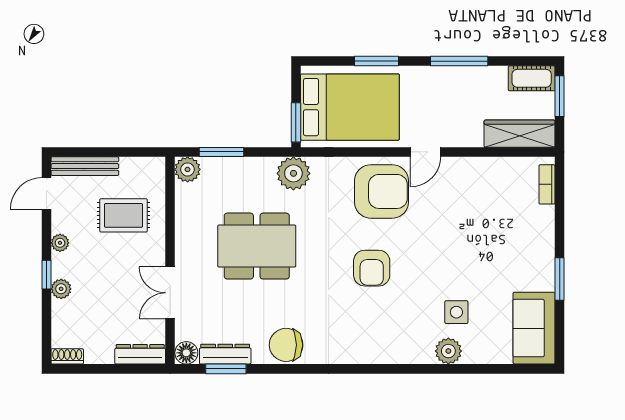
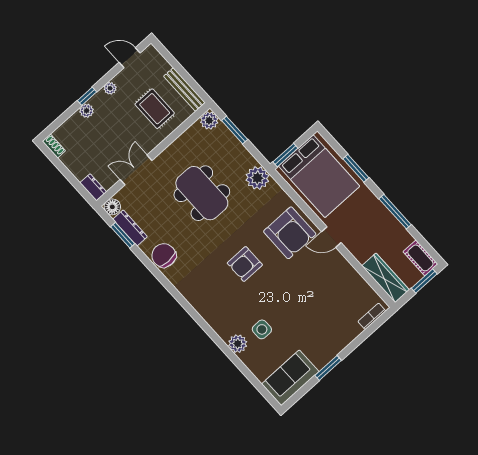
bench: (85, 166) -> (184, 89), moved
dresser: (140, 354) -> (93, 187), width x0.70

